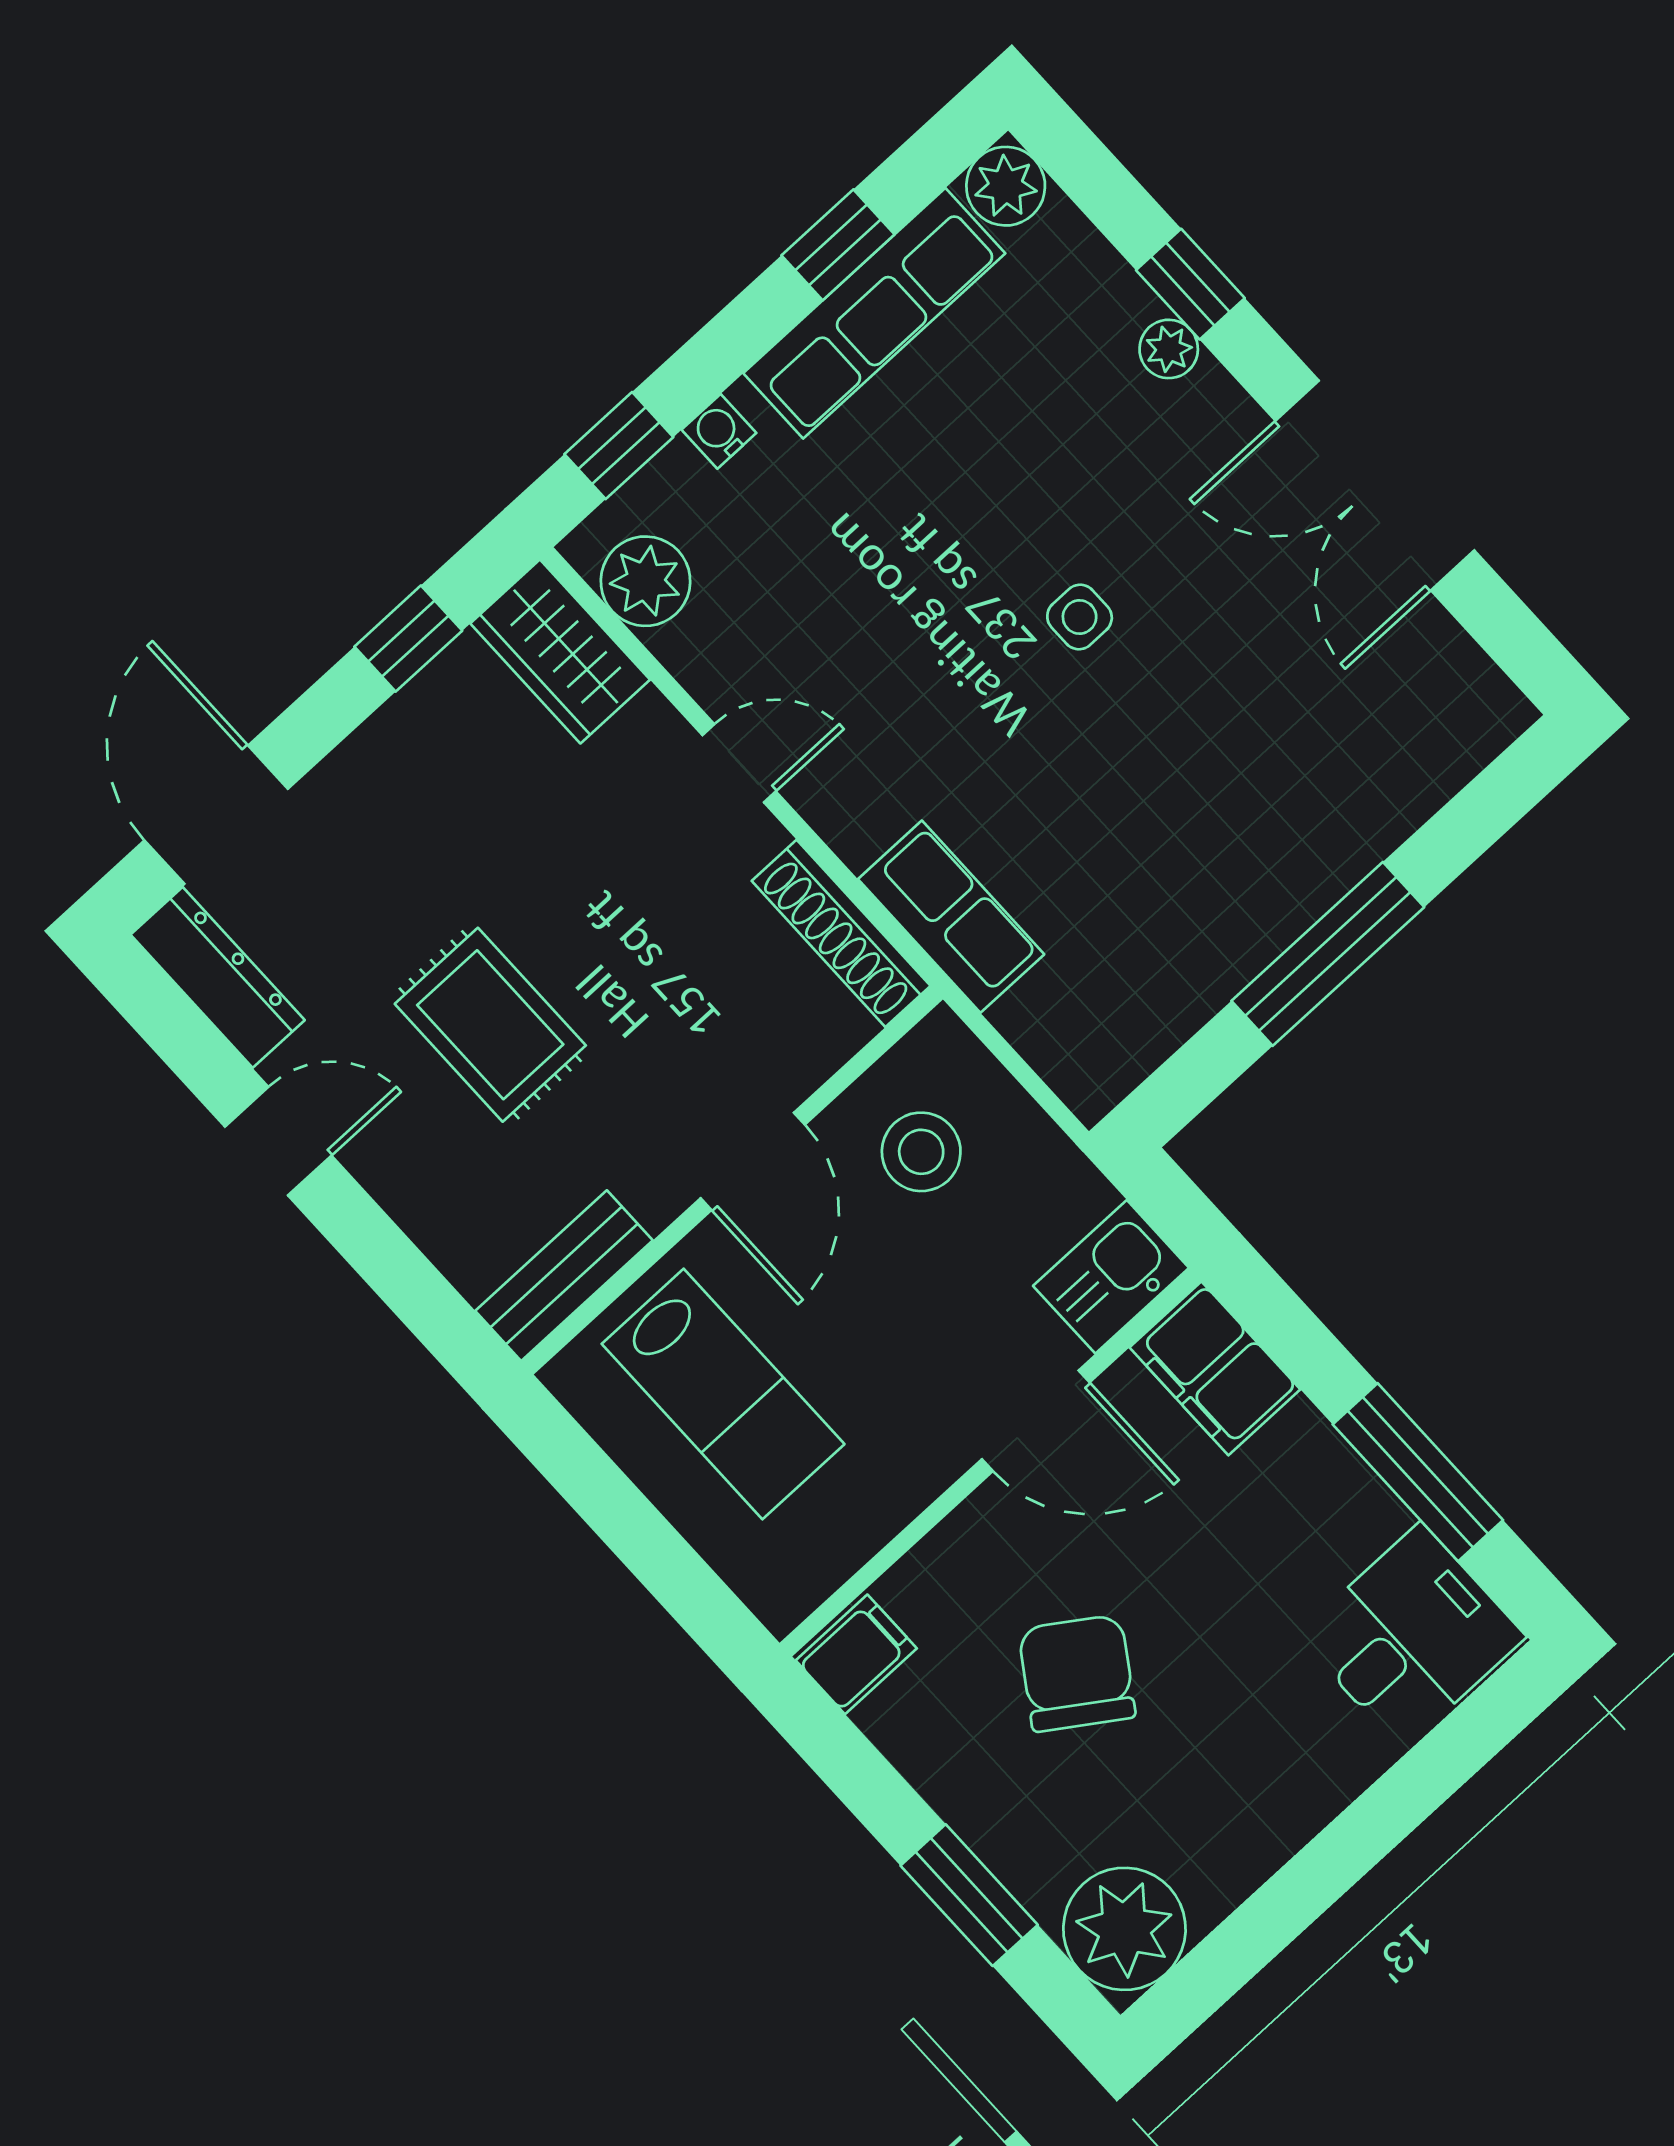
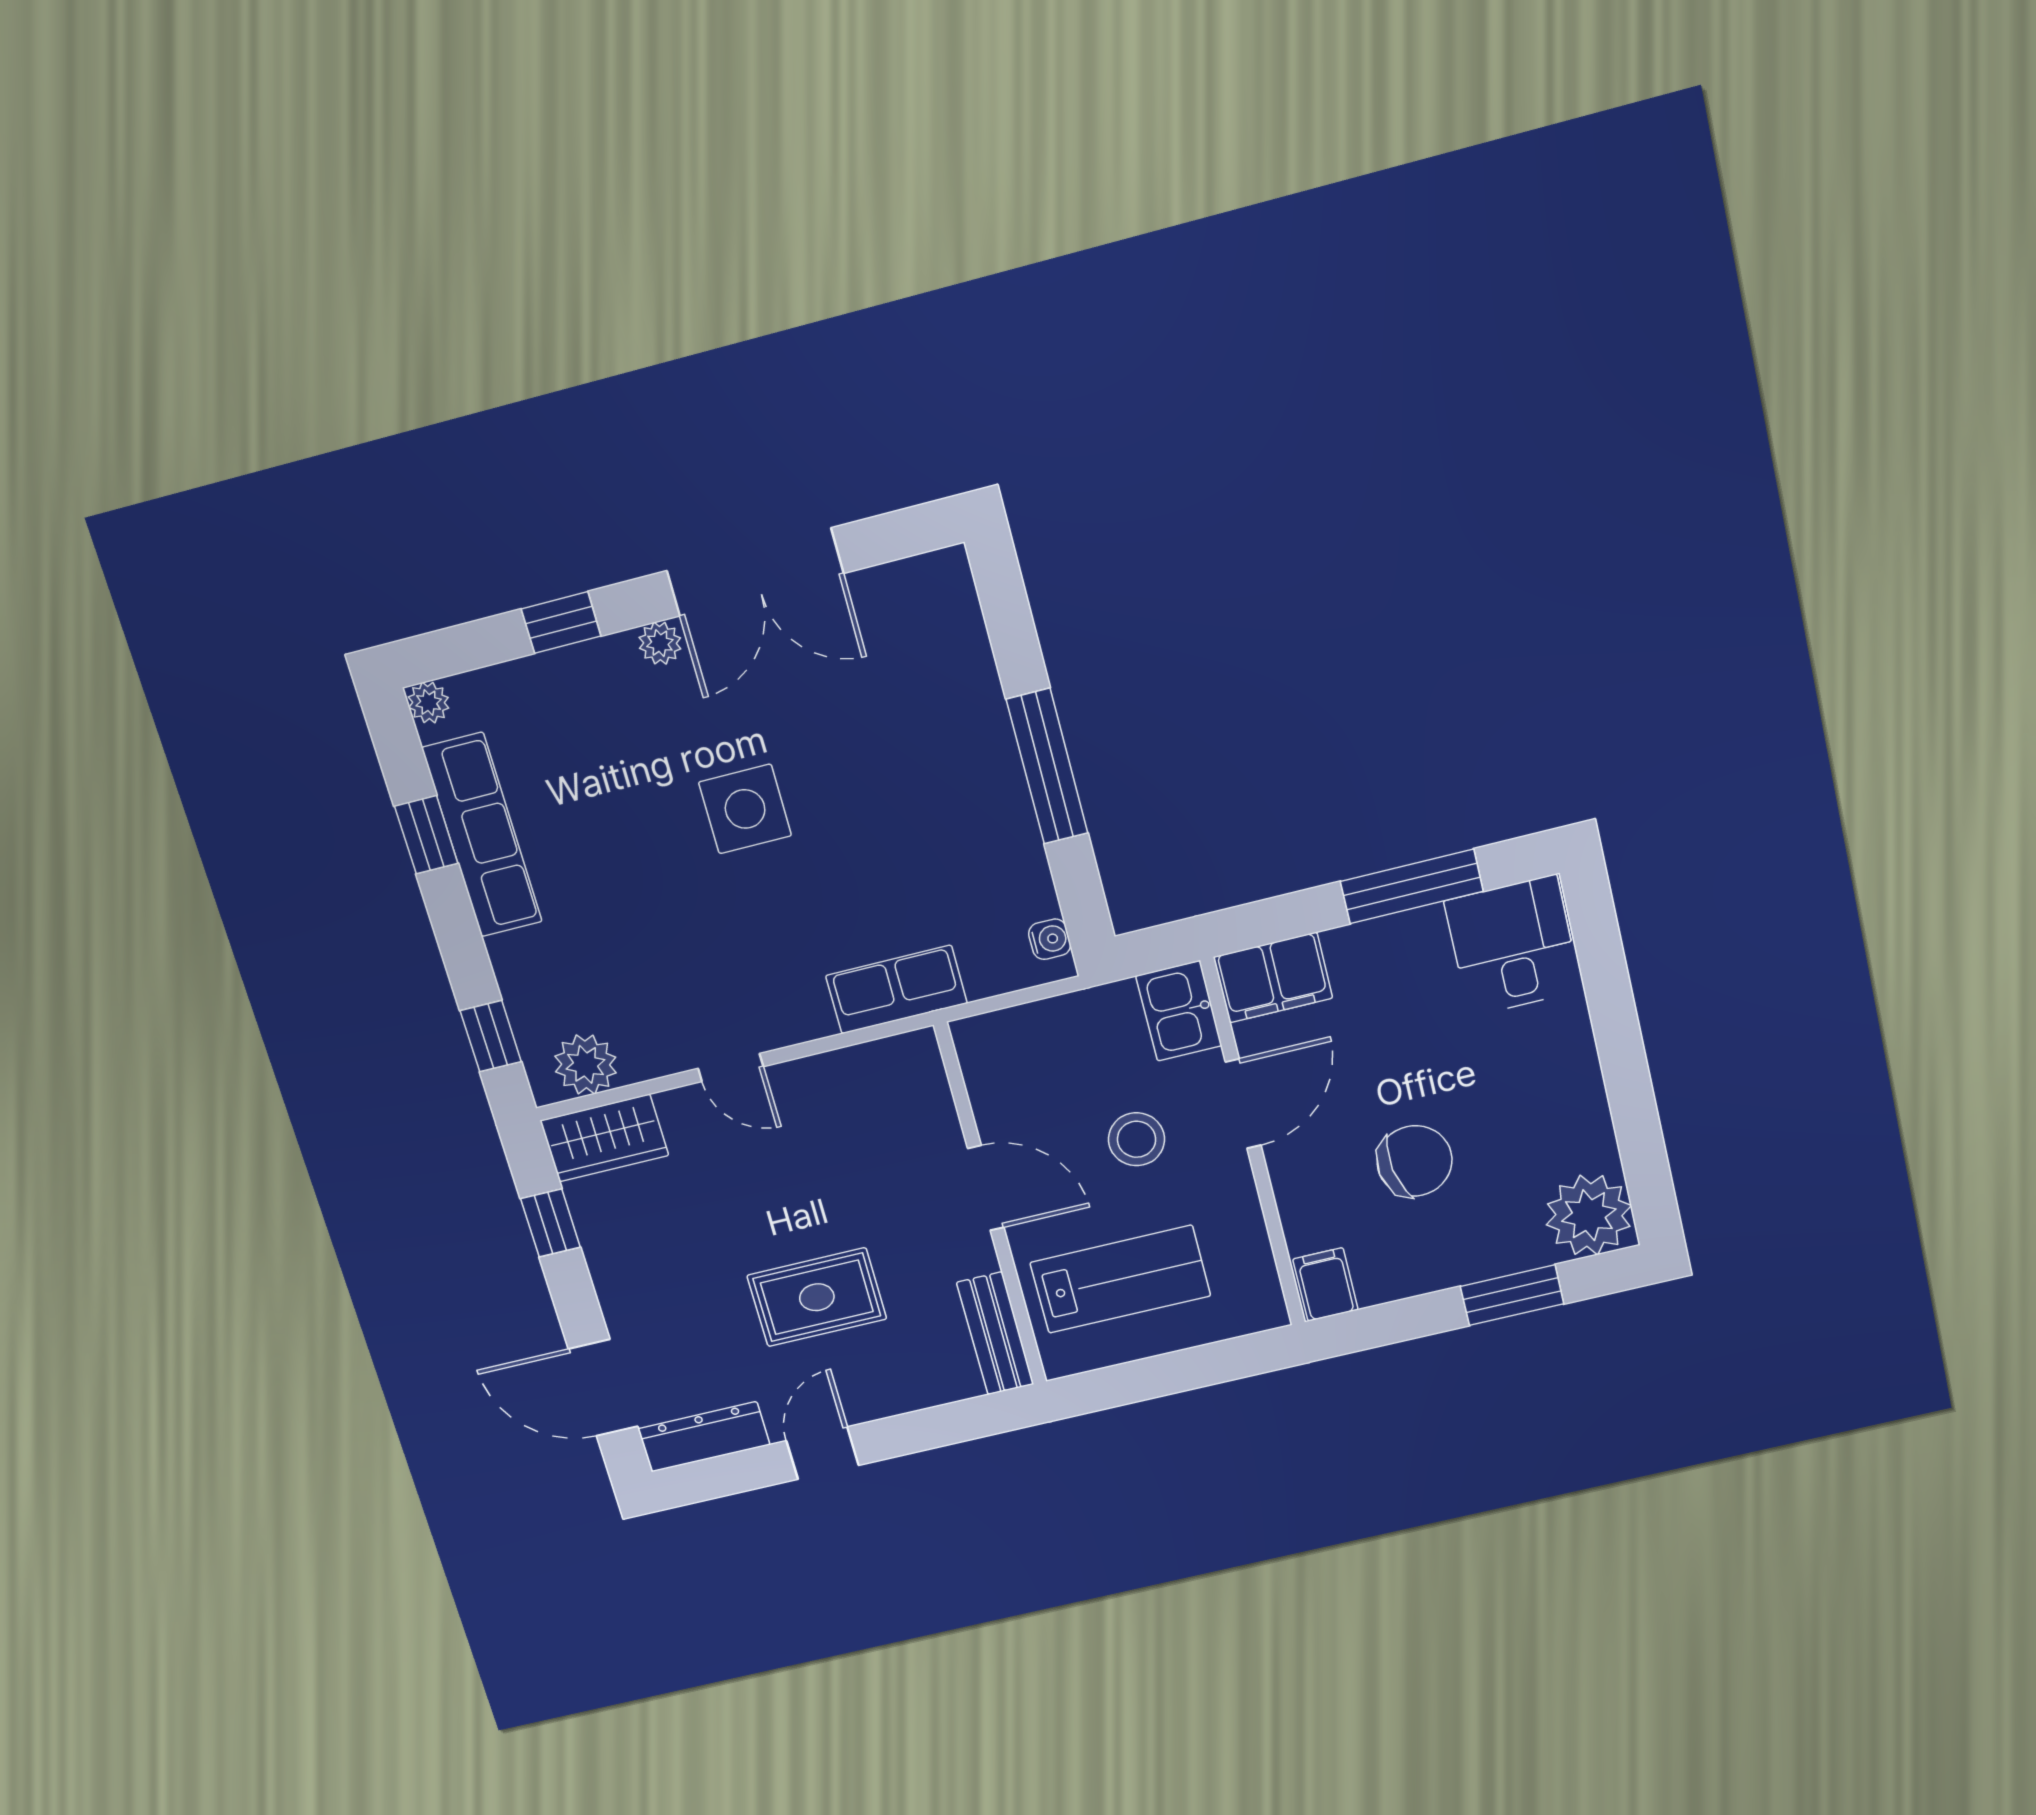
plant: (1006, 186) -> (429, 703), width x0.73, depth x0.73
plant: (1169, 349) -> (660, 643), moved
water cooler: (719, 431) -> (1050, 939), moved, turned 180
side table: (1080, 617) -> (745, 809), width x1.87, depth x1.87
door: (739, 763) -> (731, 1068), swing flipped
shoe rack: (841, 933) -> (871, 1062), removed
stool: (921, 1152) -> (1137, 1139), moved
chair: (1077, 1673) -> (1415, 1161), turned 137

